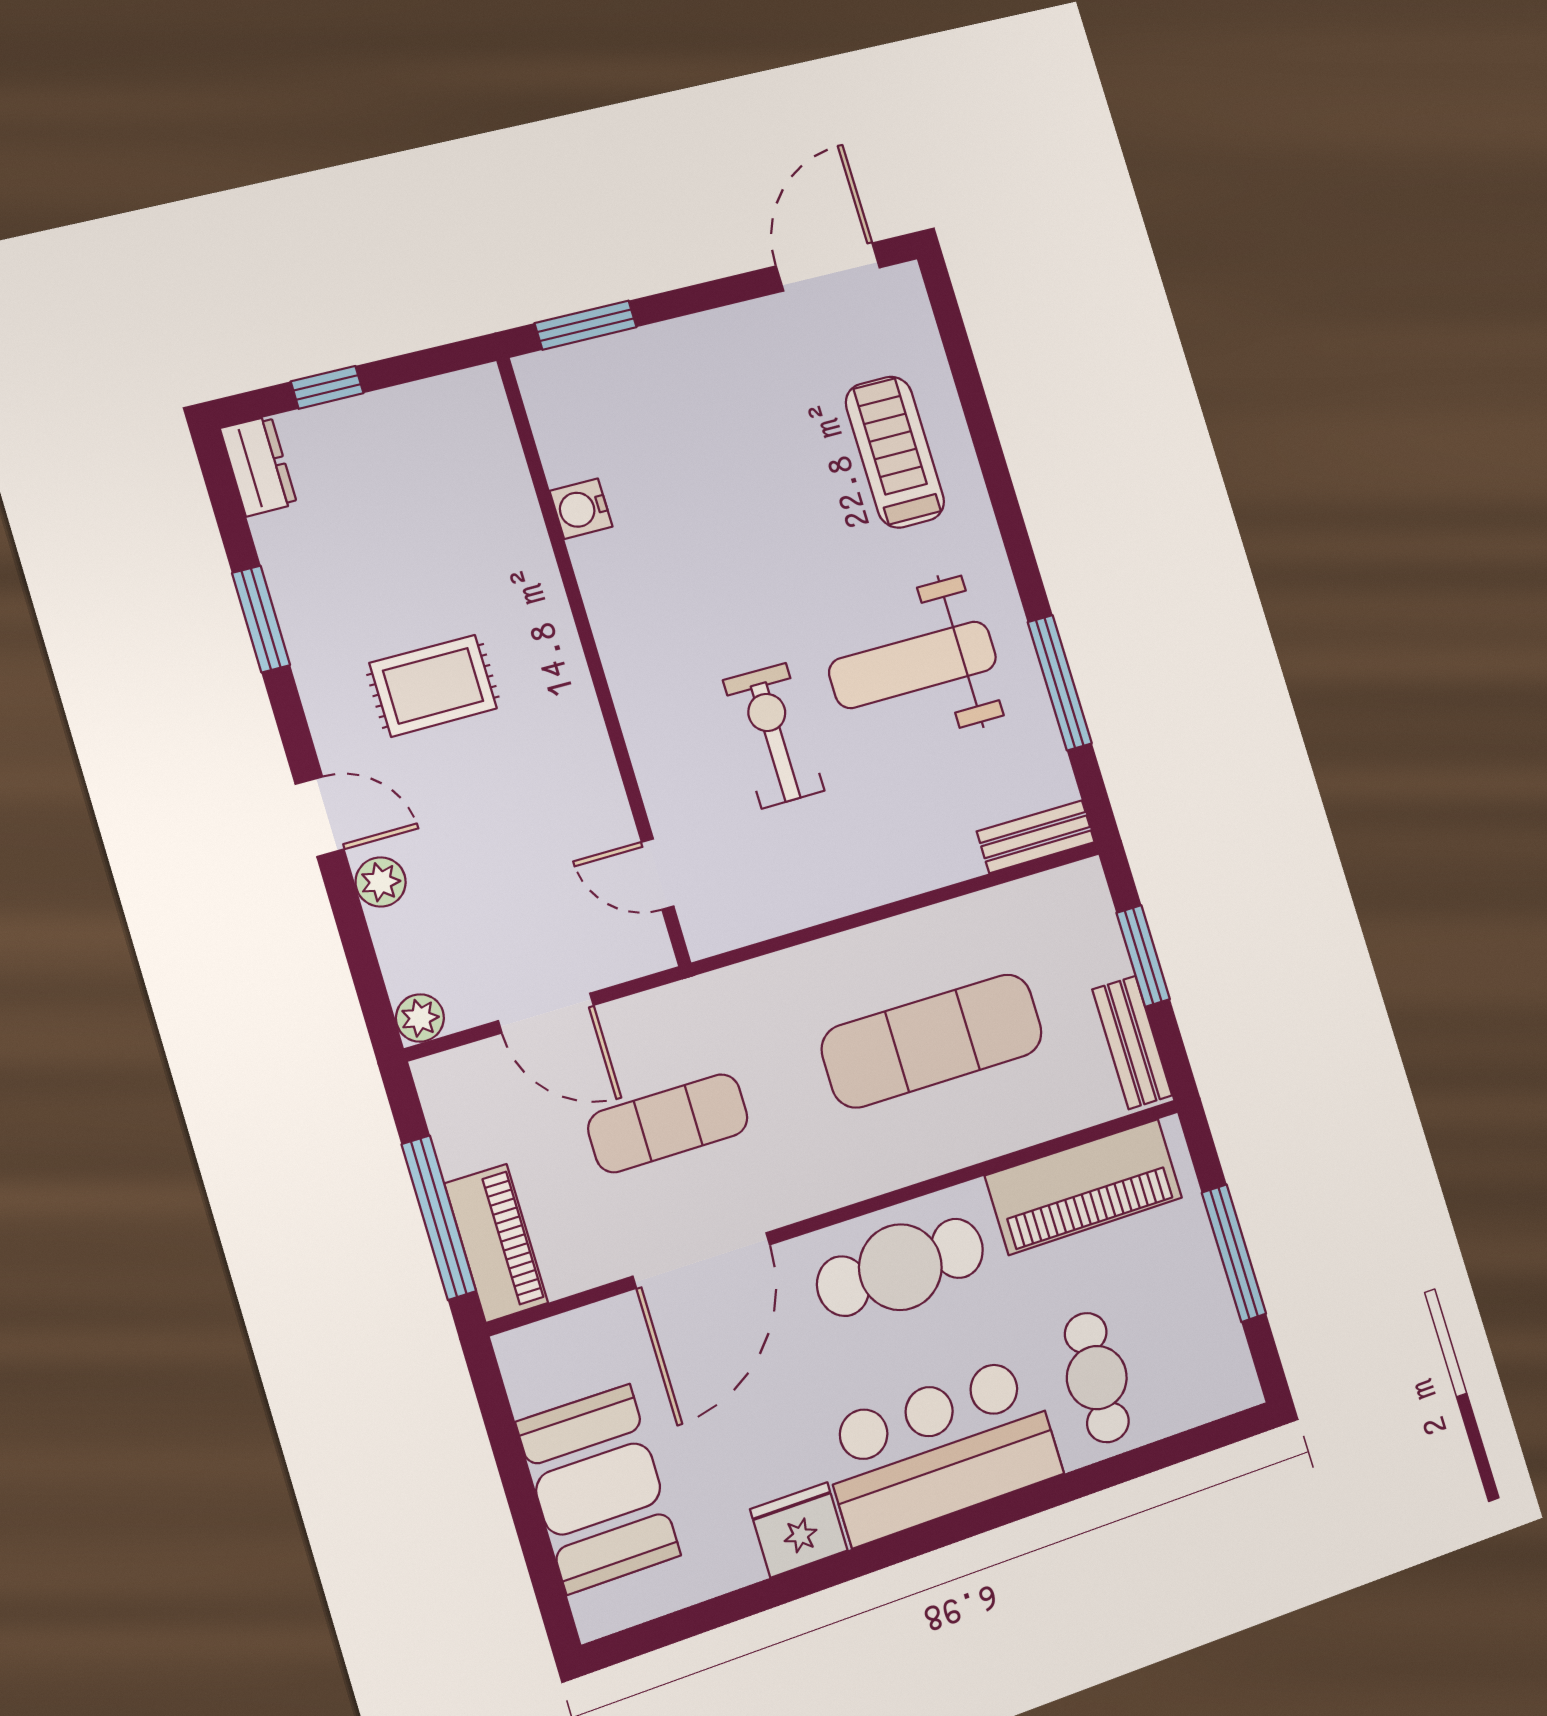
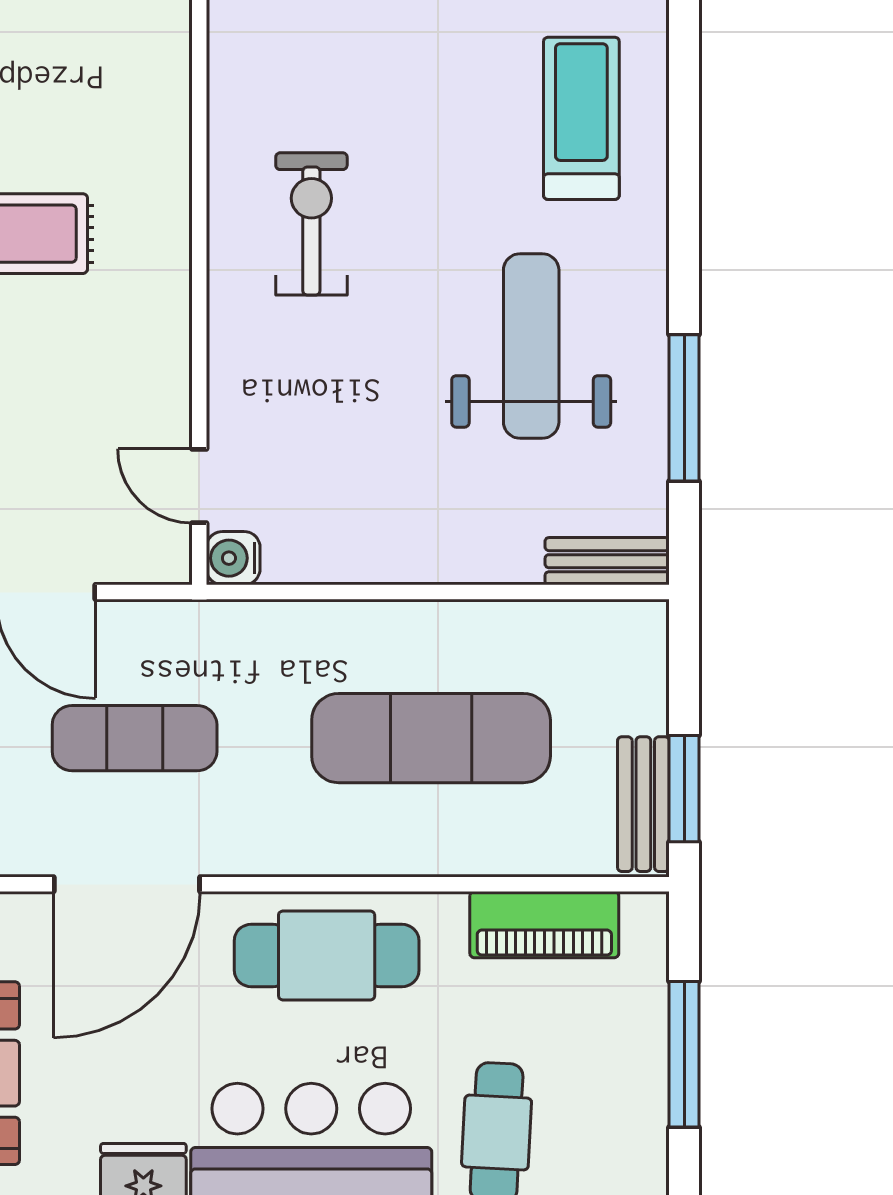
water cooler: (581, 509) -> (233, 558), moved
weight bench: (913, 665) -> (531, 346), turned 90
exercise bike: (774, 736) -> (311, 224), moved
window: (1143, 956) -> (684, 789), moved
piano: (1084, 1187) -> (544, 925), width x0.73, depth x0.75

